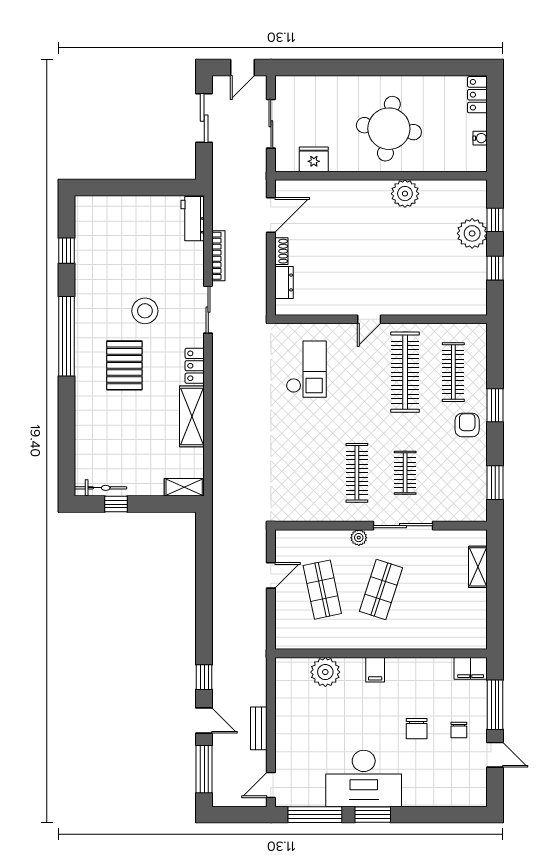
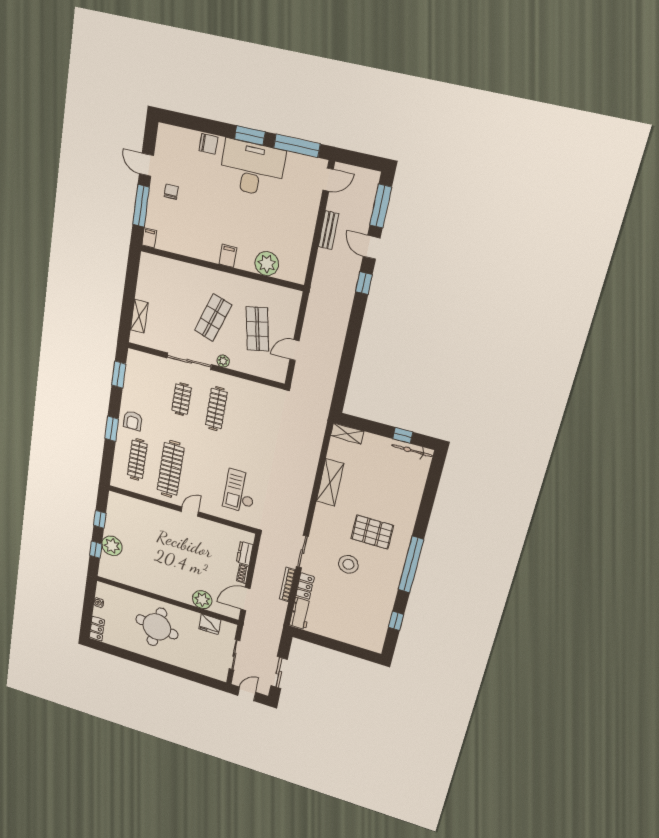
plant: (405, 194) -> (202, 600), moved
pallet: (124, 365) -> (372, 532), turned 90
locker: (195, 366) -> (305, 586), moved
filing cabinet: (471, 668) -> (149, 238), width x0.50
chair: (417, 729) -> (208, 144), moved, turned 90

